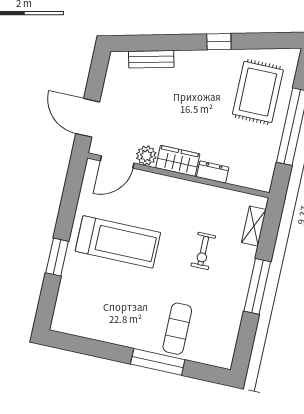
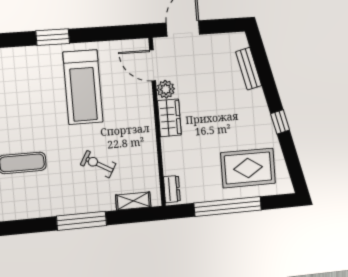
dresser: (213, 172) -> (172, 189), moved
exercise bike: (203, 251) -> (98, 164), turned 30

